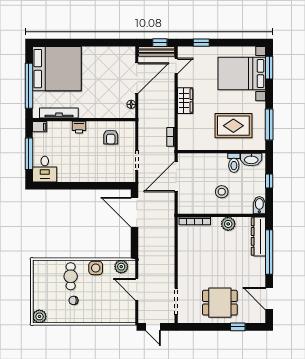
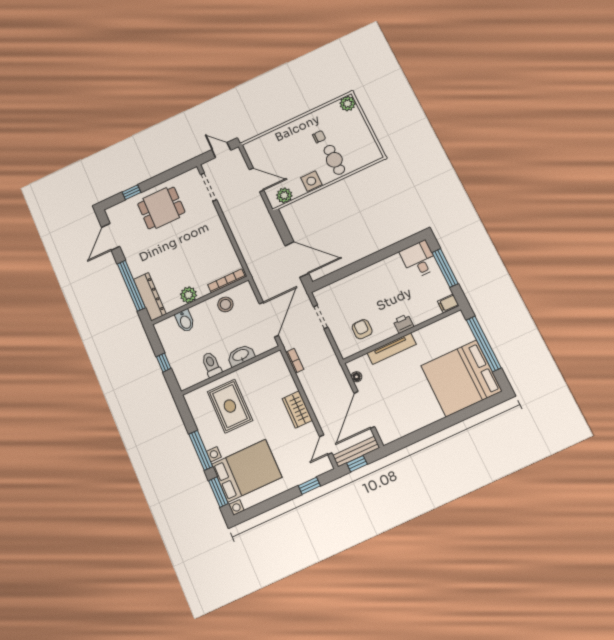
tv unit: (59, 113) -> (392, 349), moved
window: (269, 124) -> (201, 450), moved
rug: (233, 126) -> (230, 406), turned 90
washbasin: (251, 159) -> (241, 355), moved
stool: (222, 192) -> (225, 304), moved
bidet: (259, 205) -> (185, 321), moved
door: (269, 299) -> (111, 237), swing flipped

